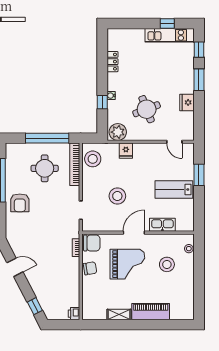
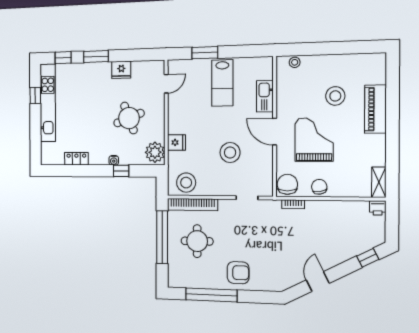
kitchen unit: (170, 35) -> (48, 103), width x1.36
stool: (167, 264) -> (335, 96), moved
shelving: (119, 314) -> (379, 182), moved

